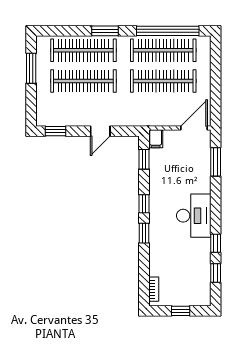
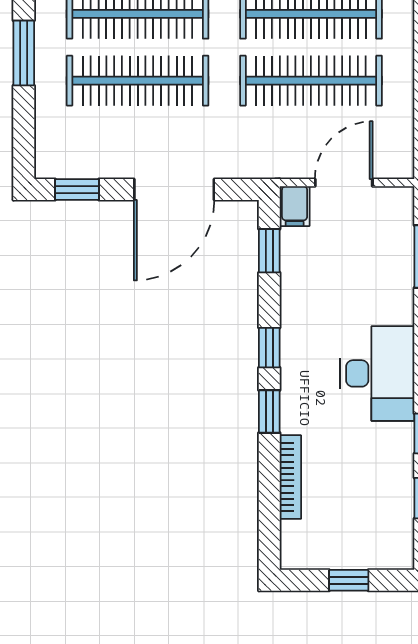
door: (194, 128) -> (344, 183), moved
door: (100, 131) -> (174, 190), width x1.88
bookcase: (154, 289) -> (290, 477), moved, width x1.56

